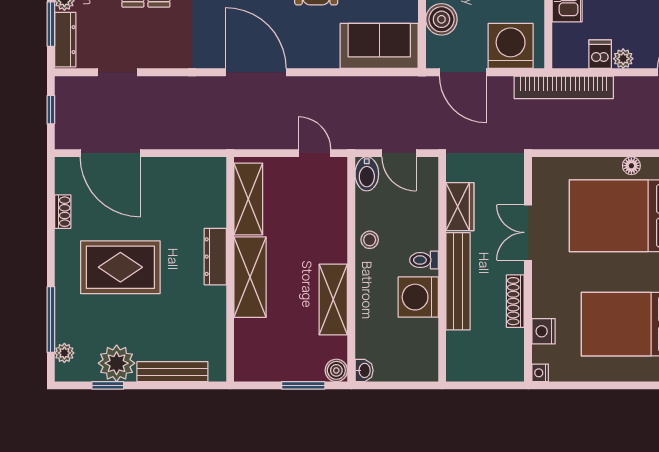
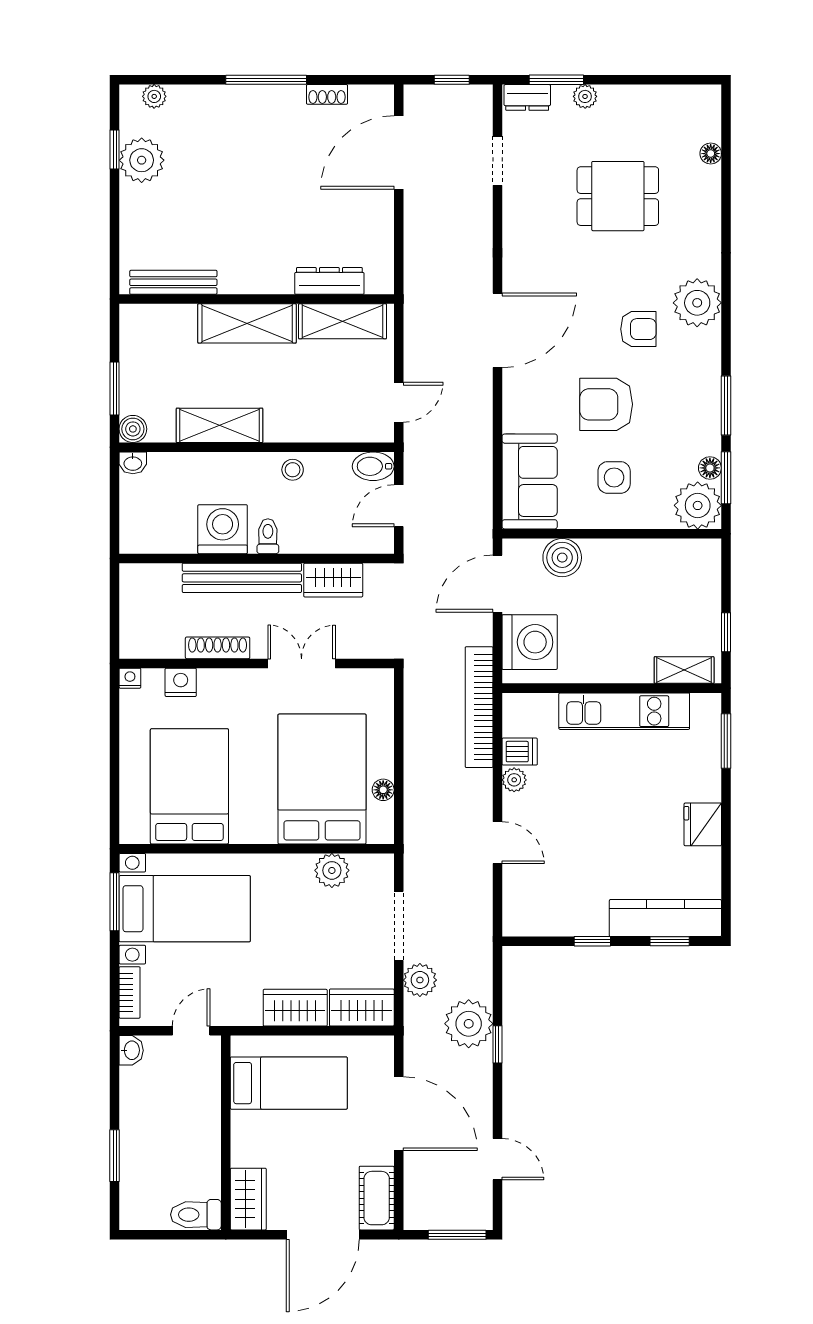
dresser: (65, 40) -> (527, 97), width x0.70
dresser: (215, 257) -> (329, 281), moved
rug: (120, 267) -> (259, 165), removed
window: (51, 320) -> (266, 80), moved
bench: (172, 372) -> (173, 282), moved, turned 90

